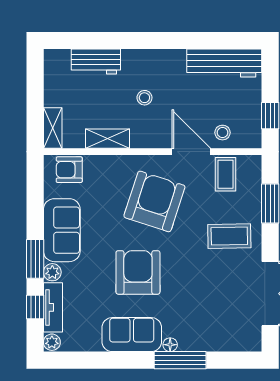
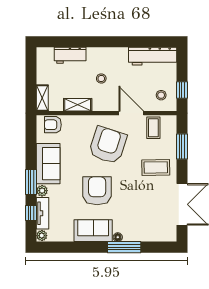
stool: (223, 133) -> (161, 95), moved

